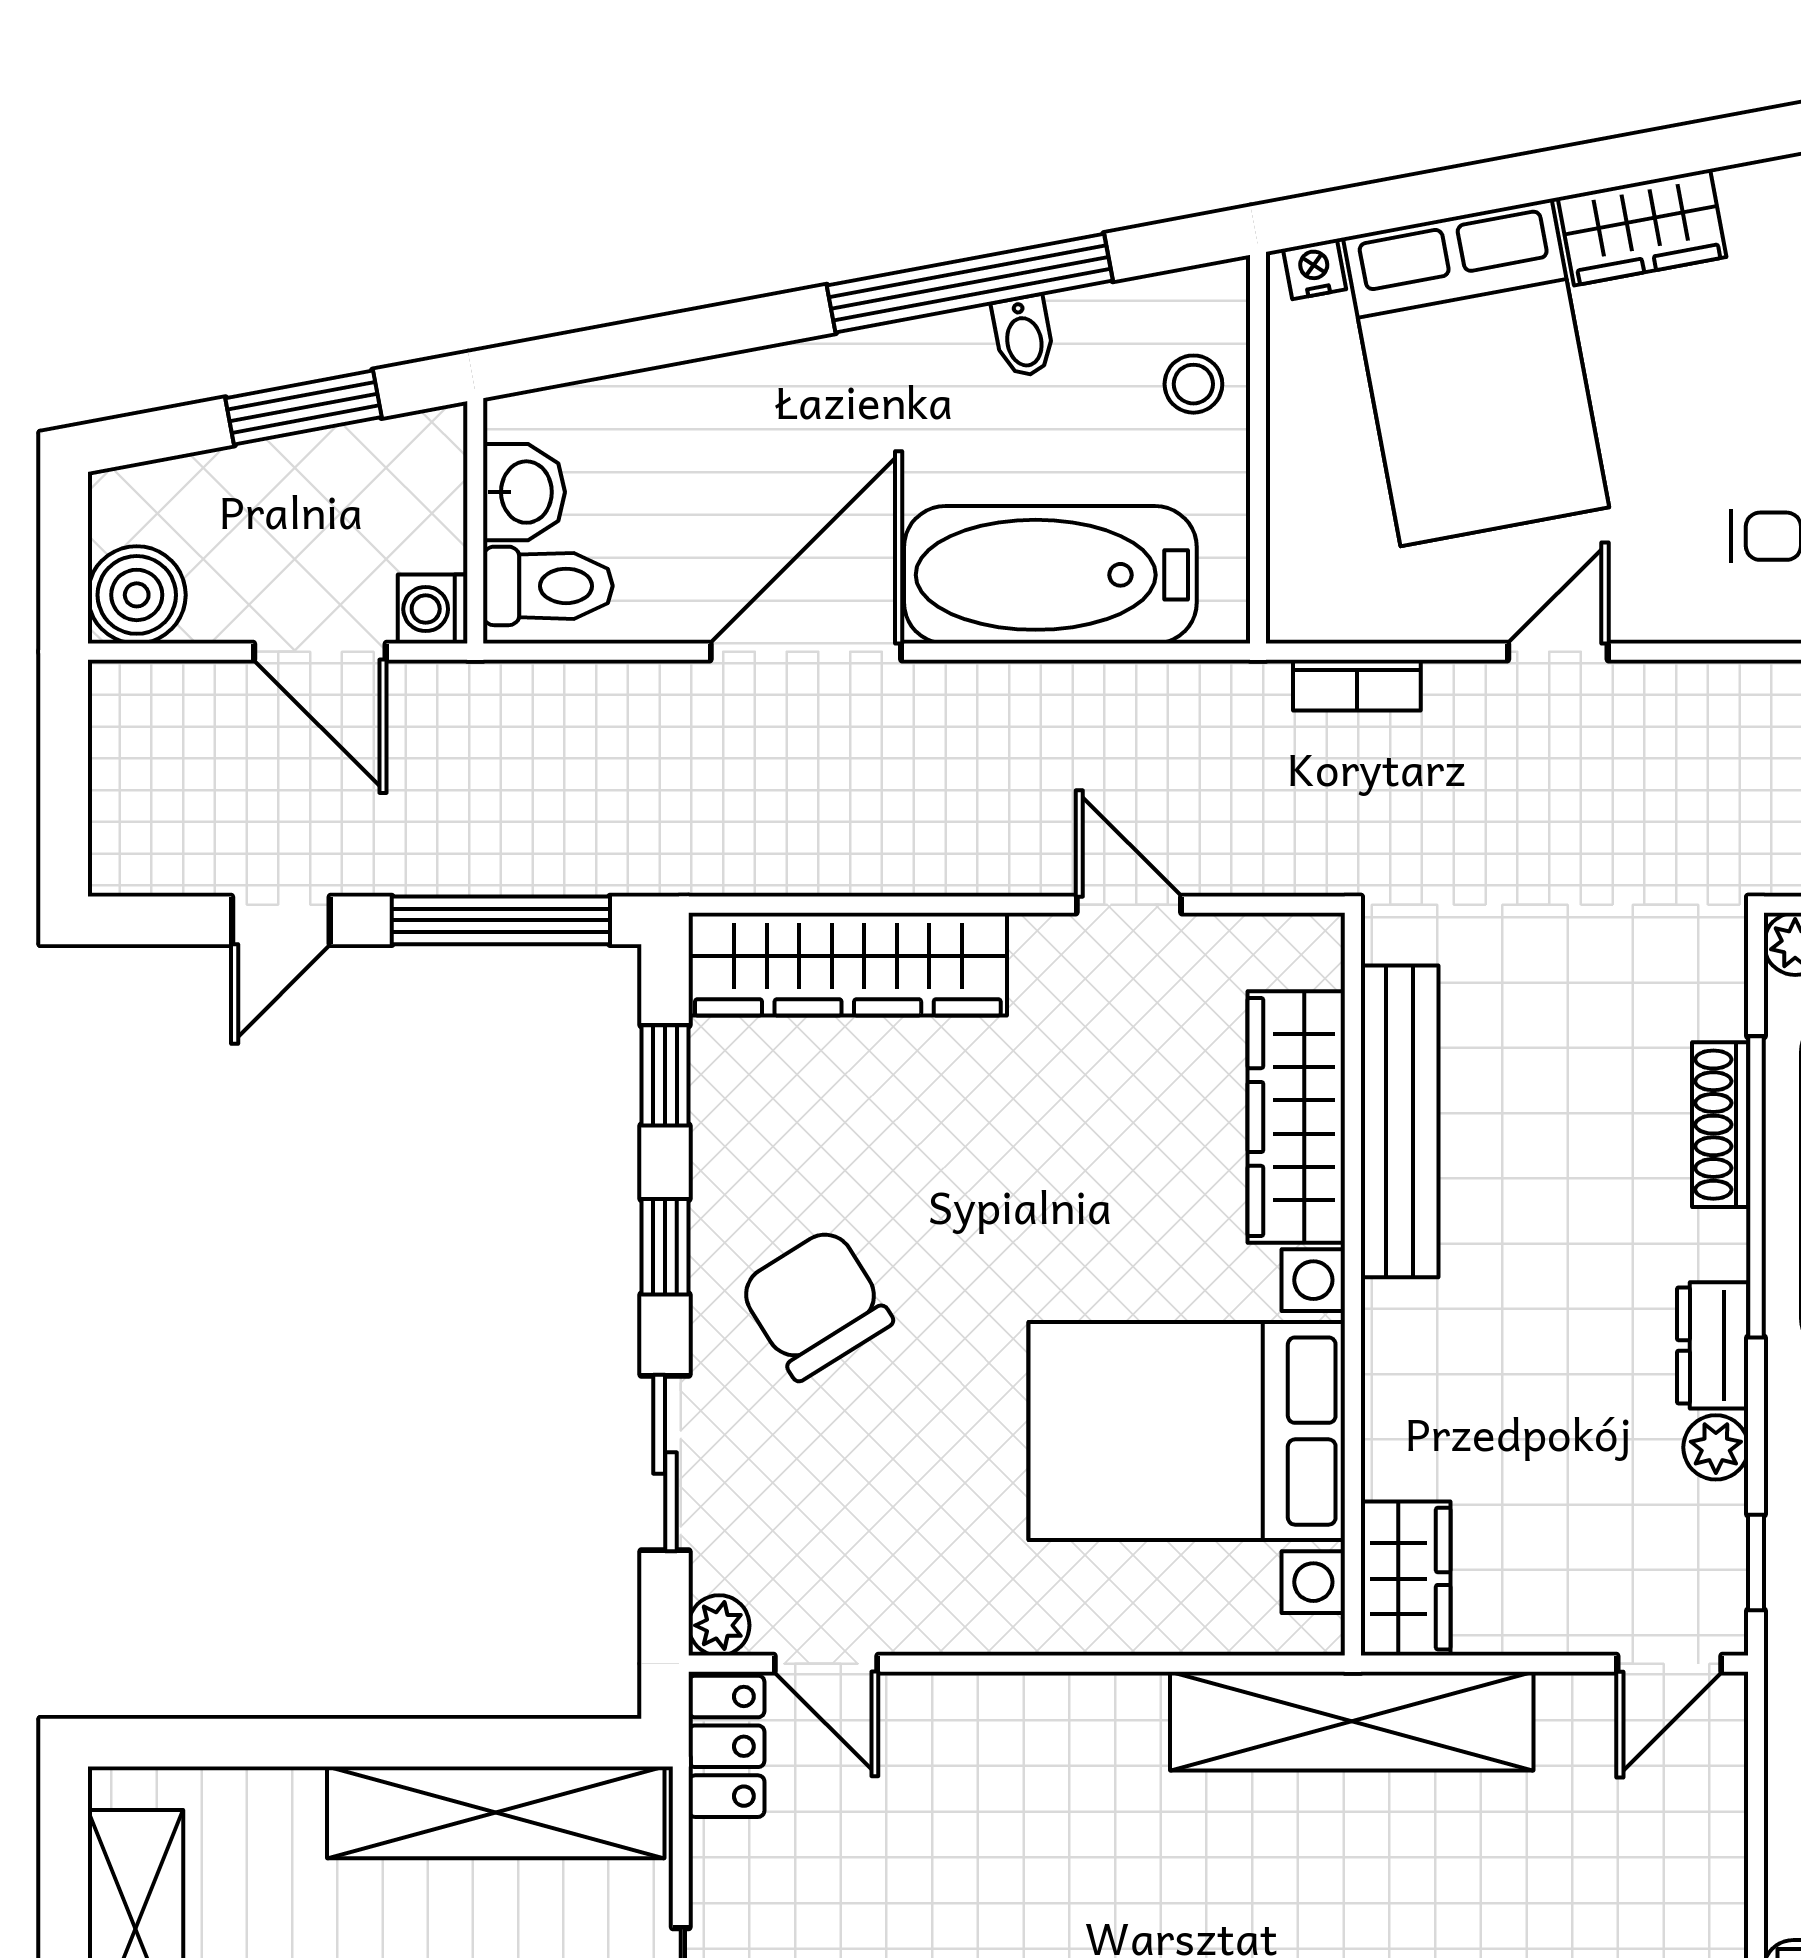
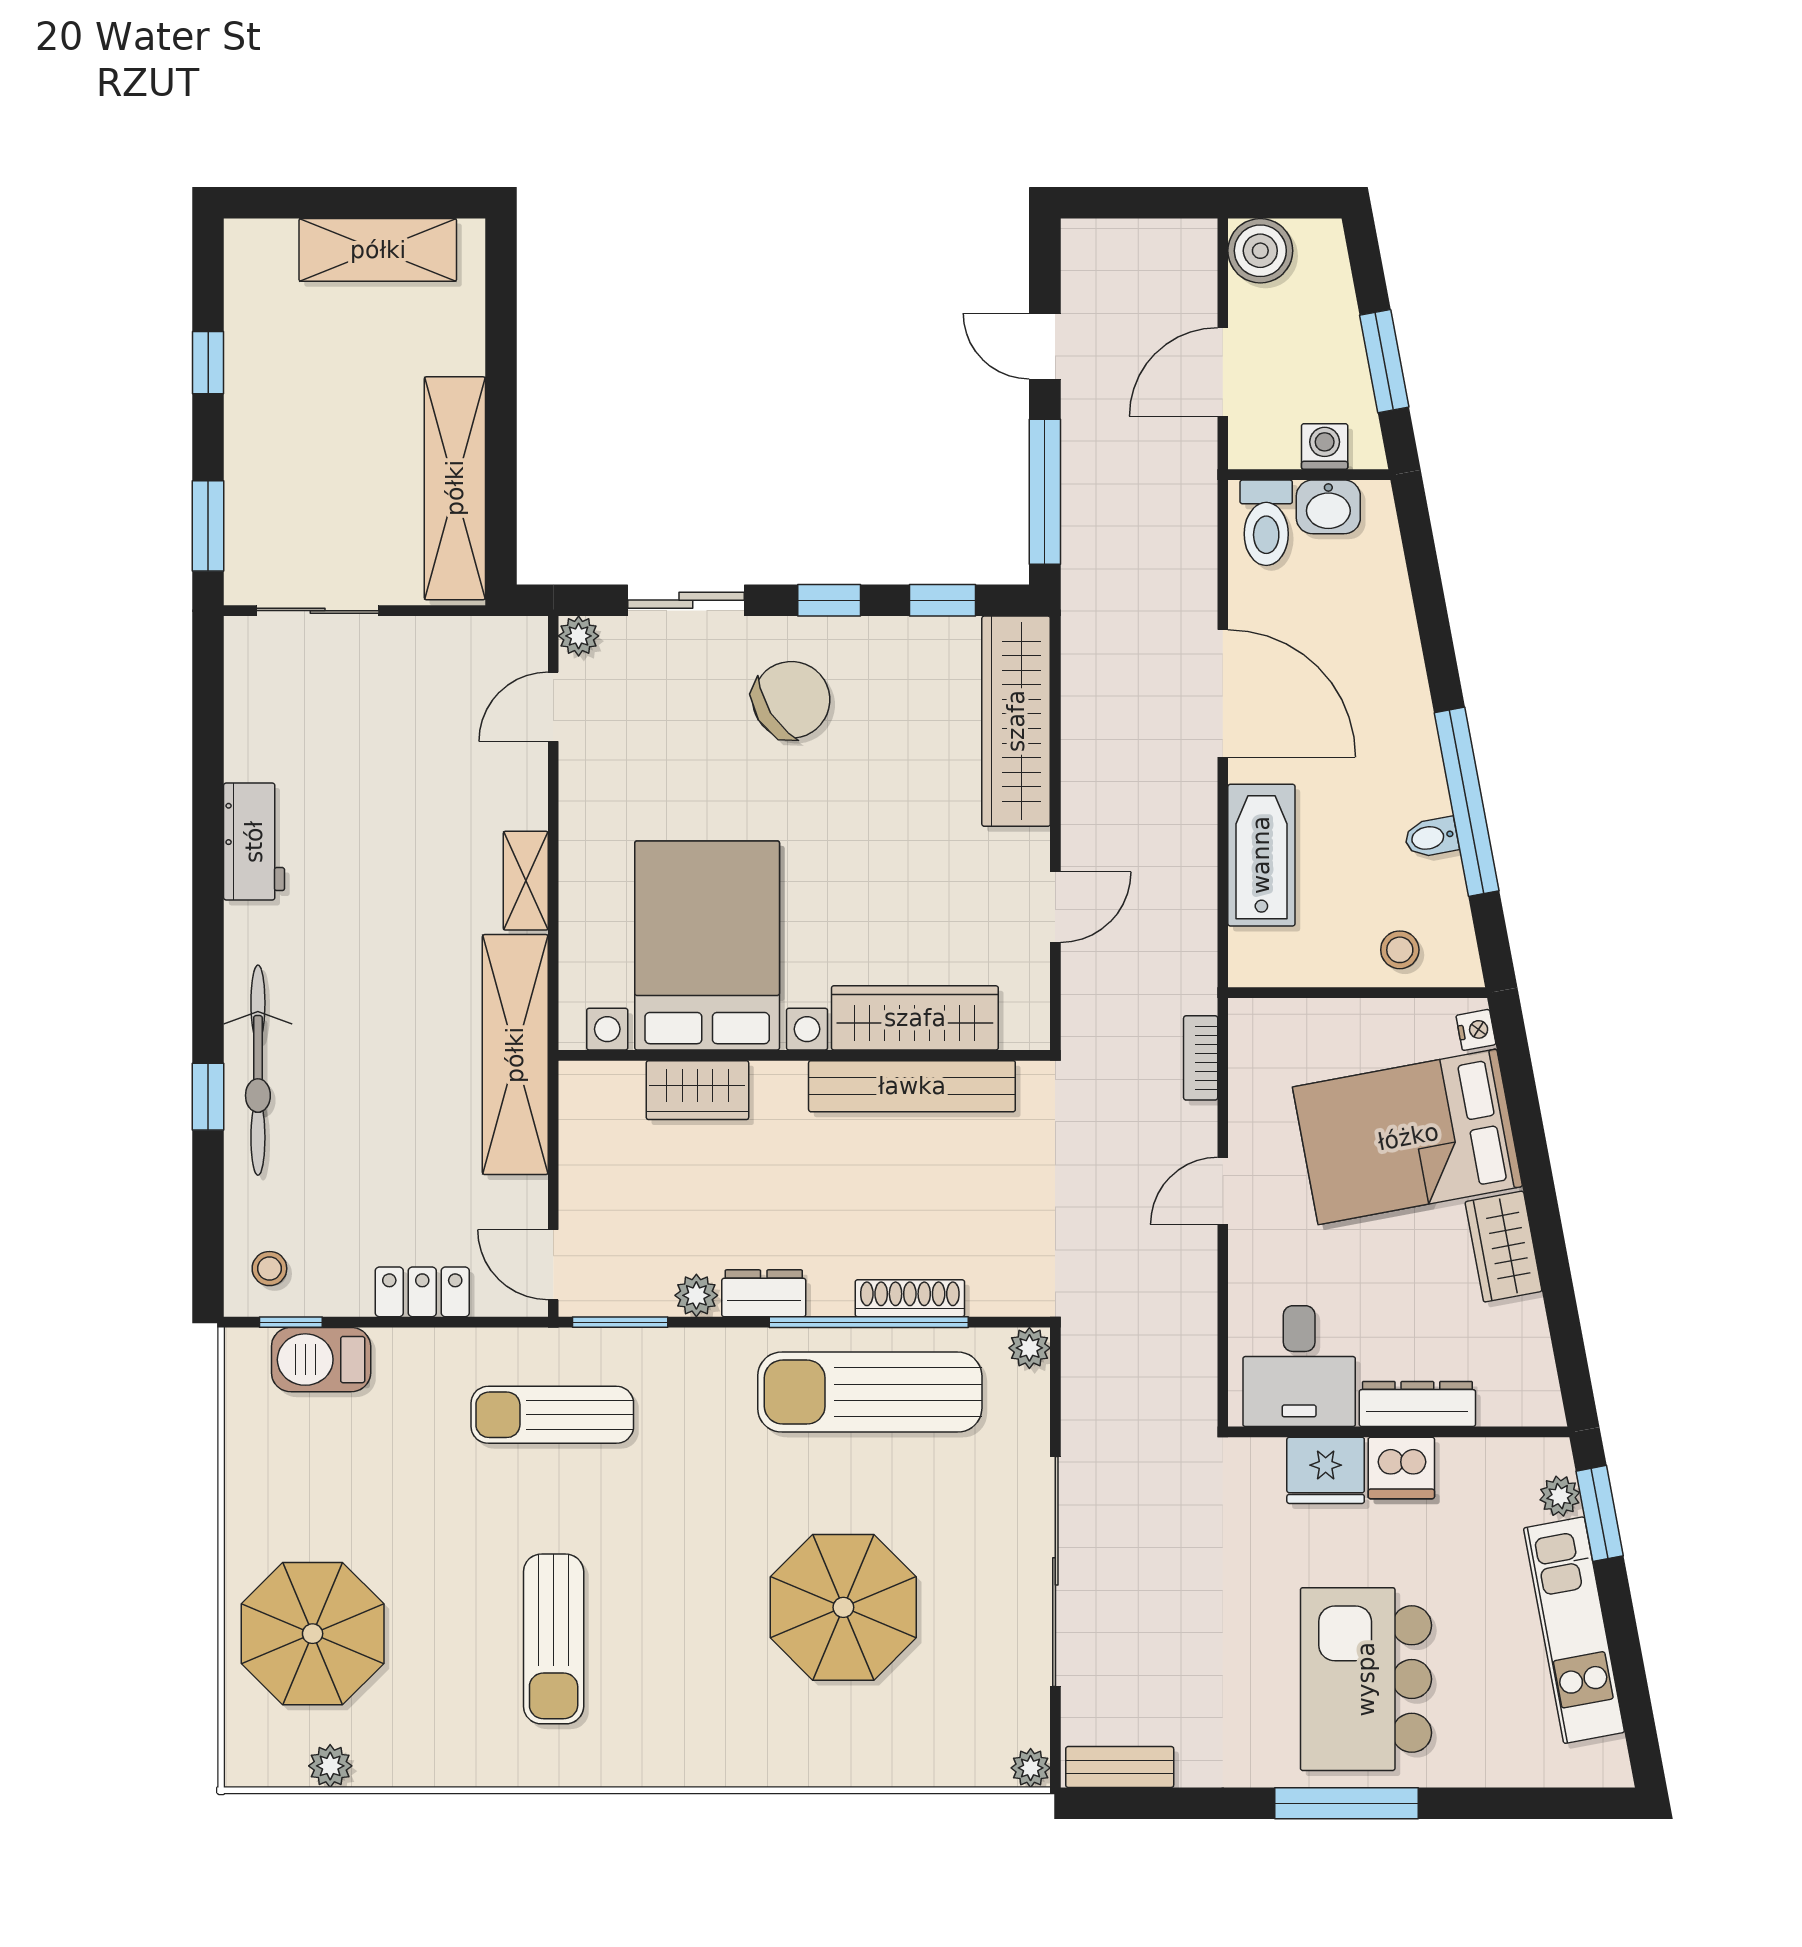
bathtub: (1050, 575) -> (1261, 855), width x0.73, depth x0.73
washing machine: (433, 609) -> (1325, 447), moved
door: (1558, 652) -> (1223, 1191), swing flipped
window: (1756, 1563) -> (620, 1322), width x1.50
wardrobe: (1406, 1579) -> (697, 1090), moved
shelving: (1089, 1705) -> (526, 881), added
locker: (727, 1746) -> (422, 1292), moved, turned 180

